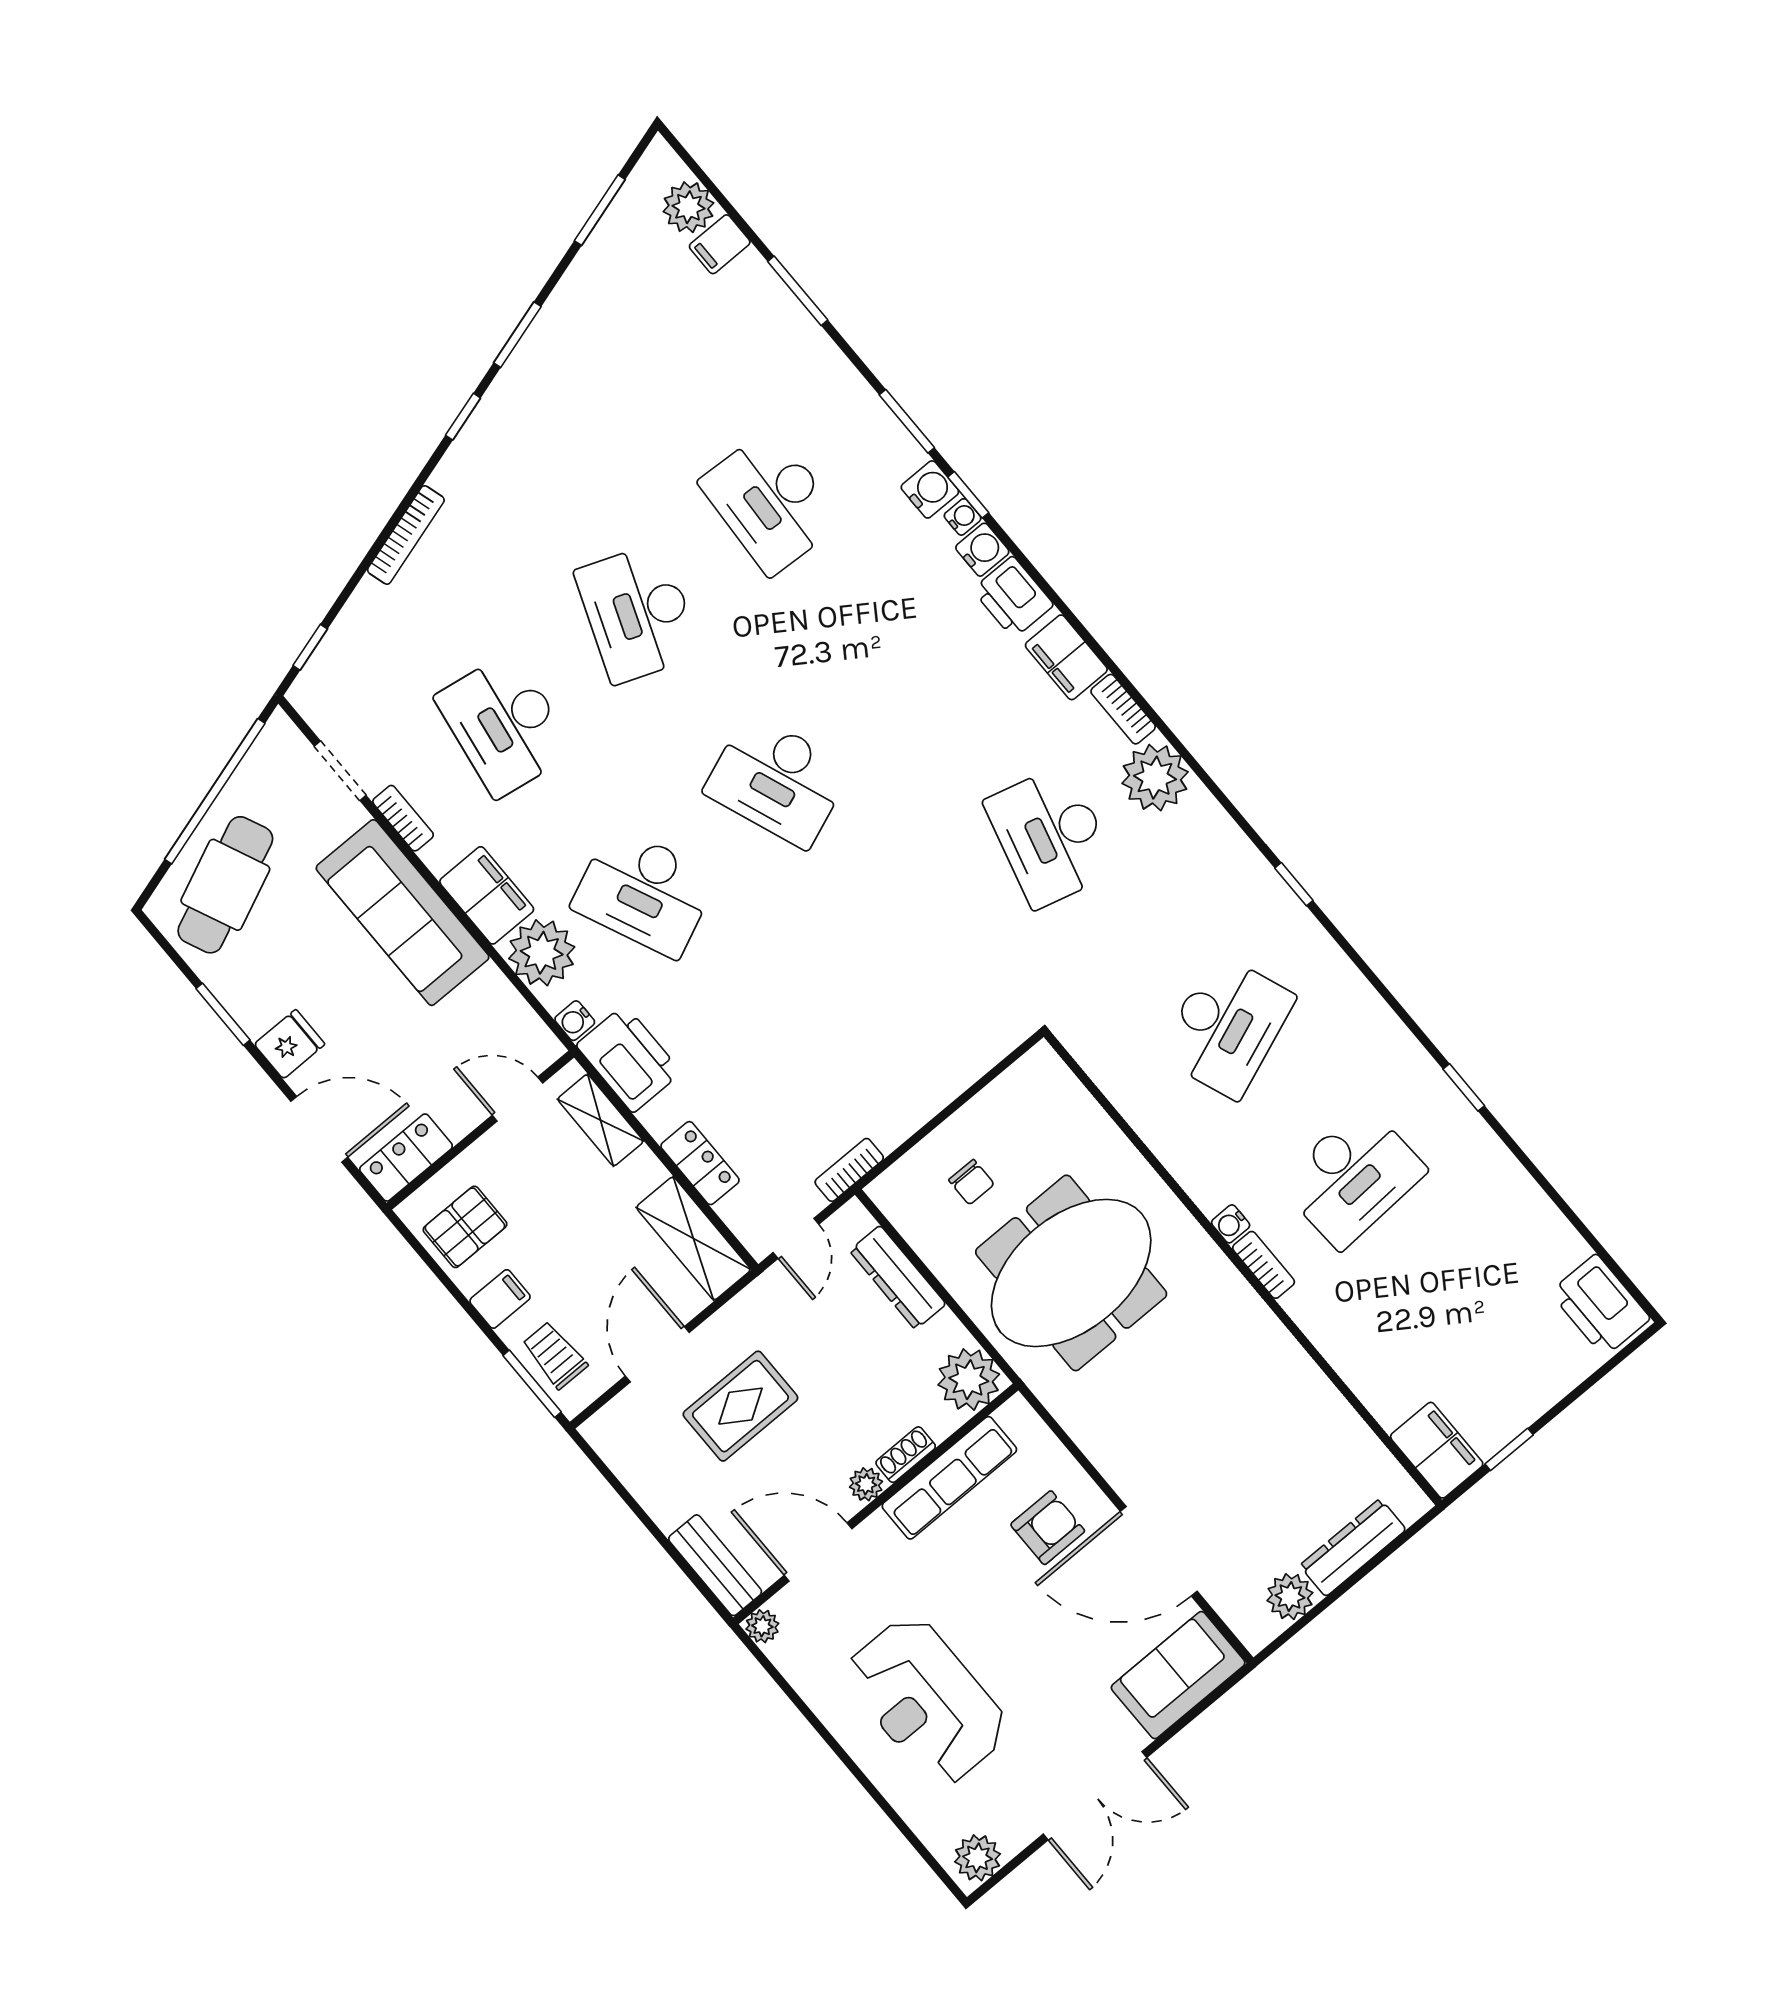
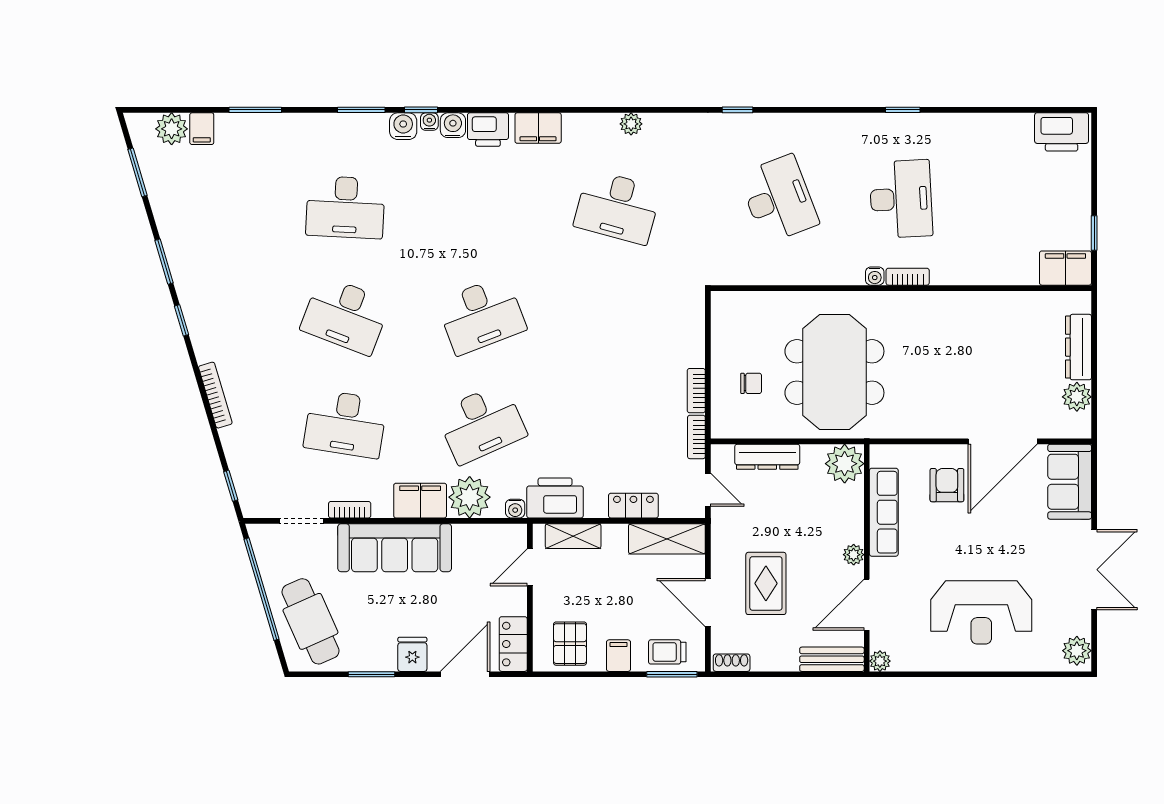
bookcase: (1123, 709) -> (696, 391), moved, turned 90
plant: (1155, 778) -> (631, 124), width x0.53, depth x0.53
shoe rack: (906, 1455) -> (732, 663), moved, turned 90

